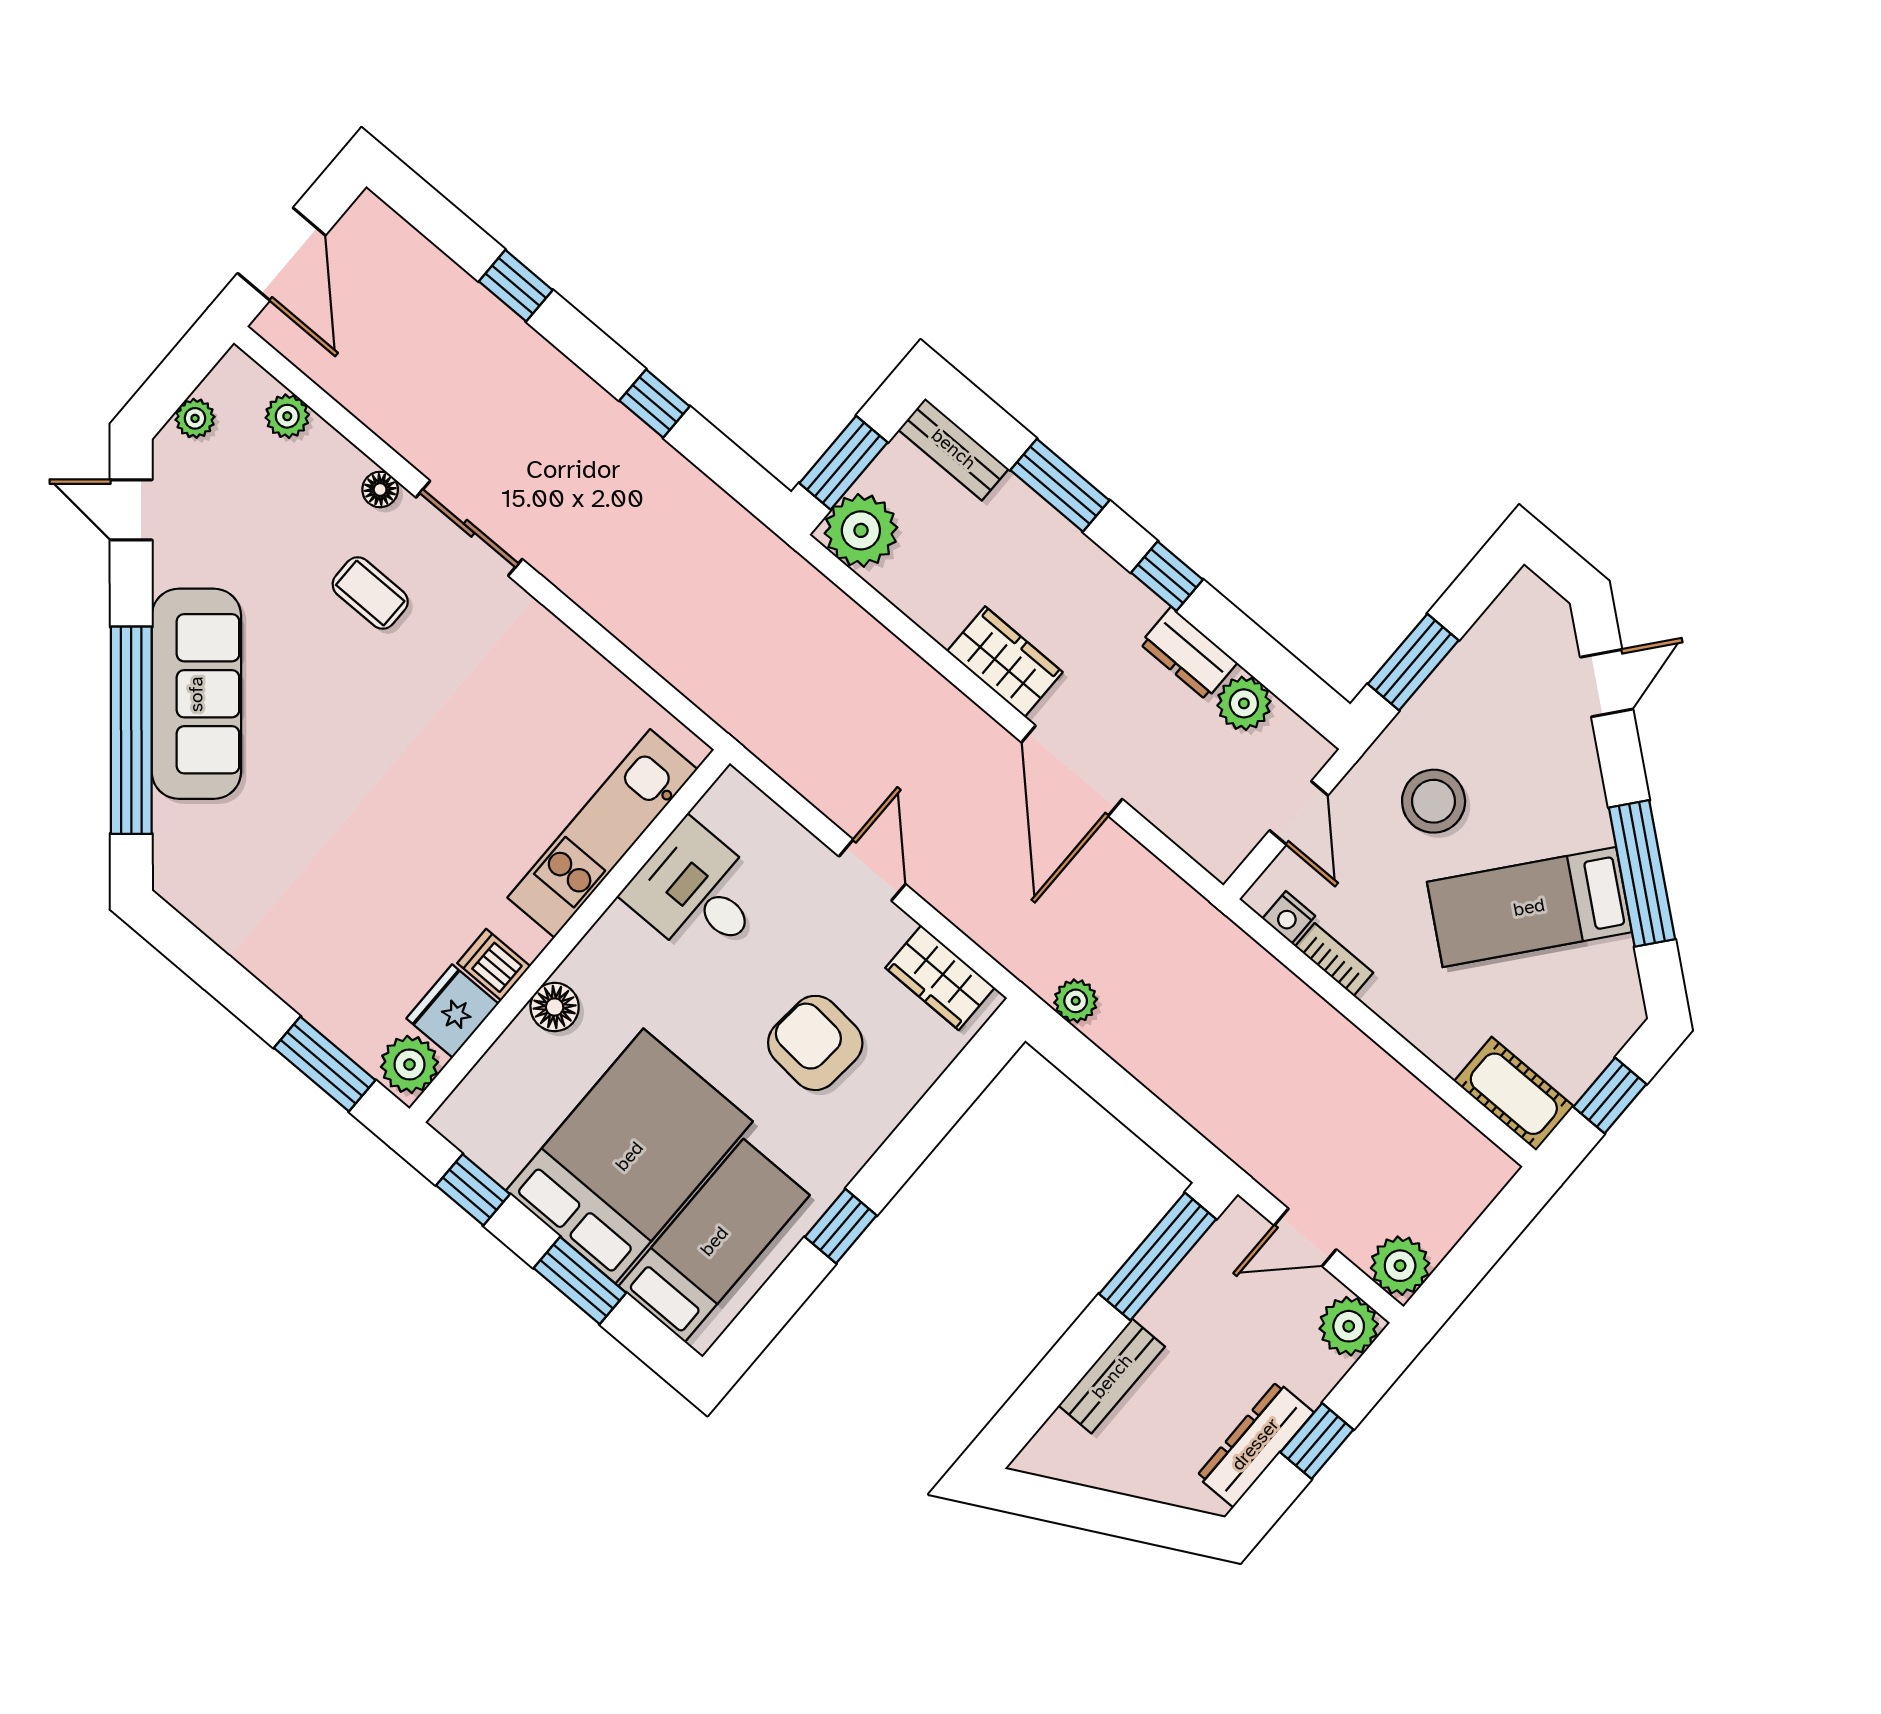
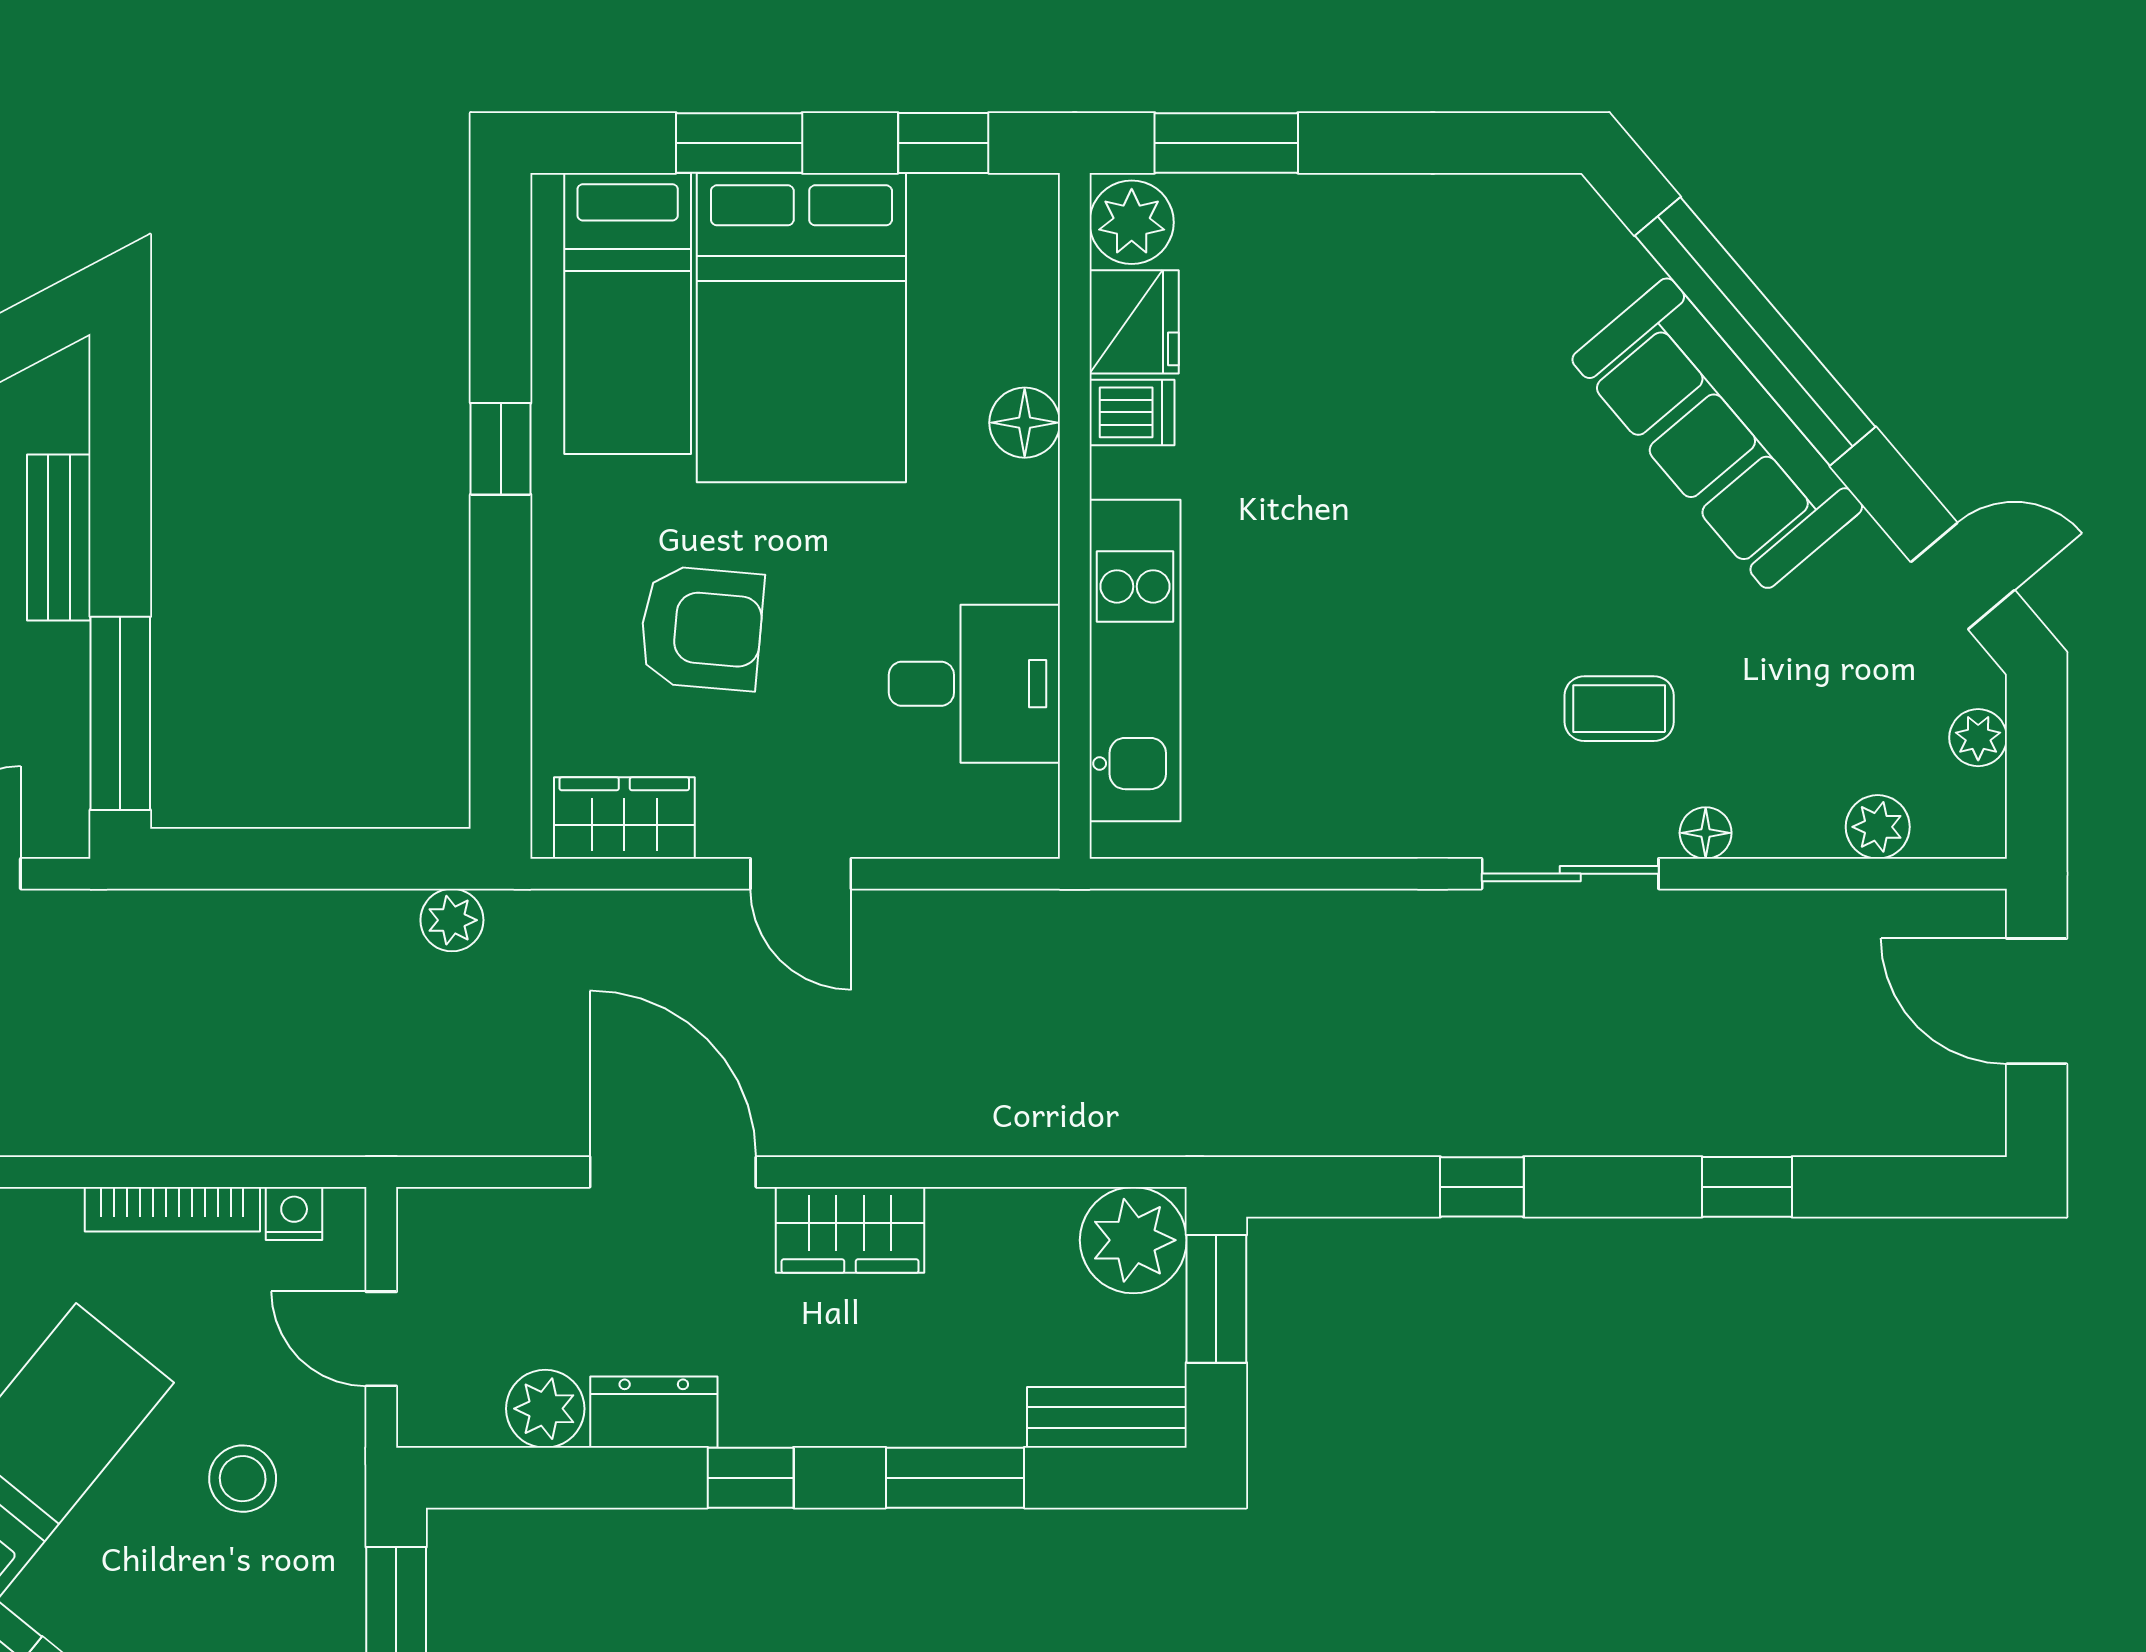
stool: (1434, 801) -> (243, 1479), width x0.73, depth x0.73
bookcase: (1334, 960) -> (172, 1209), width x1.56

